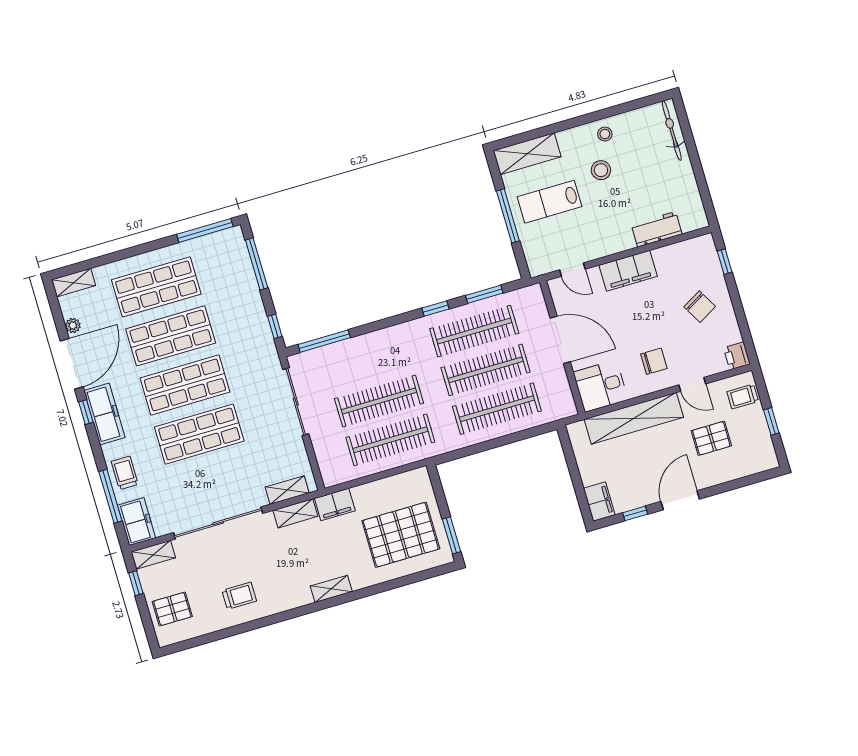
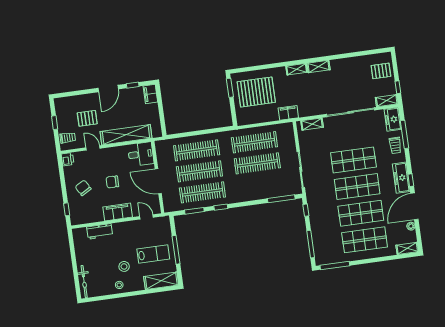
chair: (654, 361) -> (112, 182), moved
shelving: (295, 513) -> (318, 66), moved
trolley: (239, 596) -> (345, 73), removed

